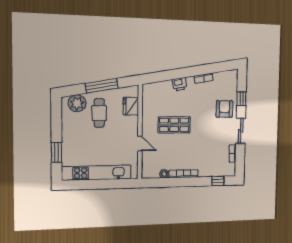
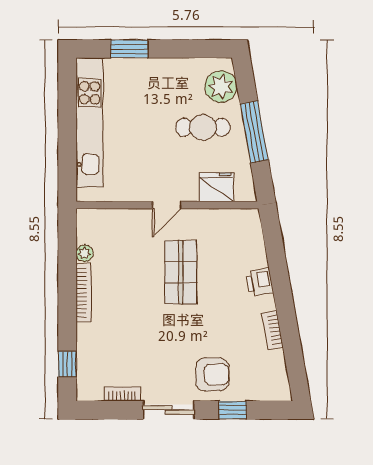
door: (140, 143) -> (167, 205), moved

